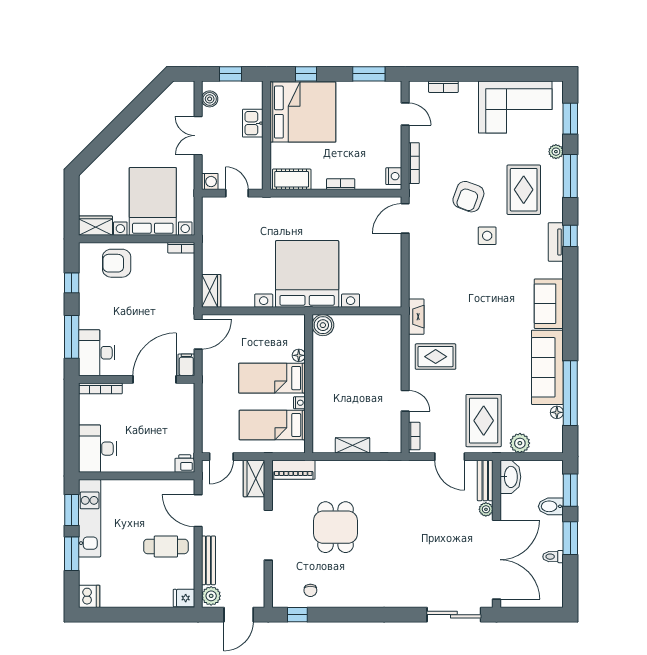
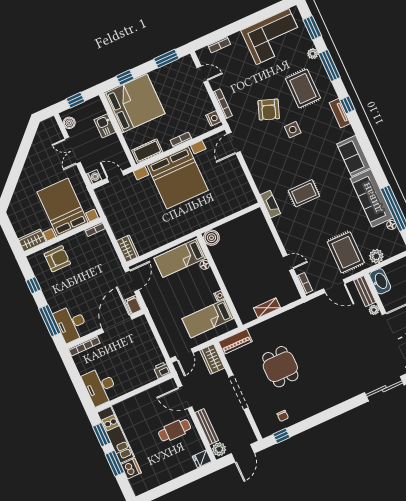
armchair: (117, 263) -> (57, 259), turned 180
bed with nightstands: (307, 274) -> (178, 178), moved, turned 180
rug: (436, 357) -> (304, 193), moved
bed: (272, 378) -> (180, 258), moved
dishwasher: (89, 596) -> (131, 469), moved

